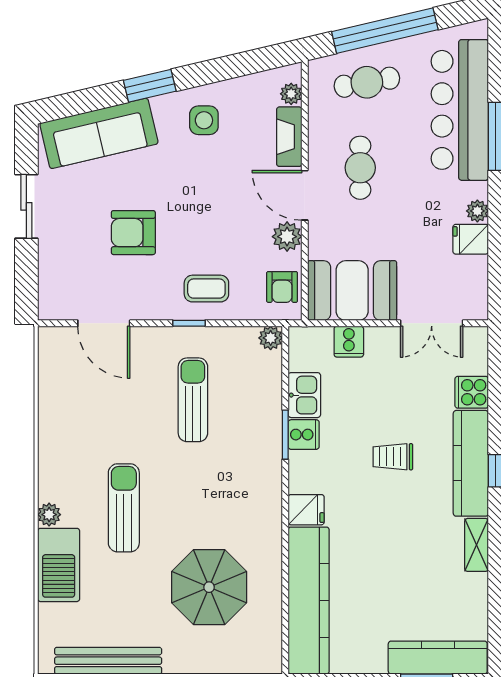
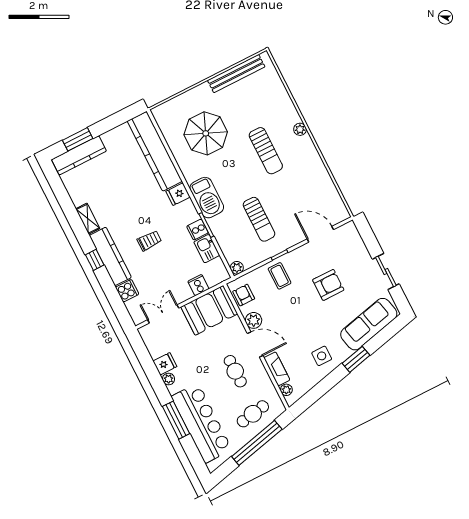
coffee table: (206, 289) -> (280, 276), turned 90
barbecue: (59, 565) -> (207, 198), moved, turned 180

